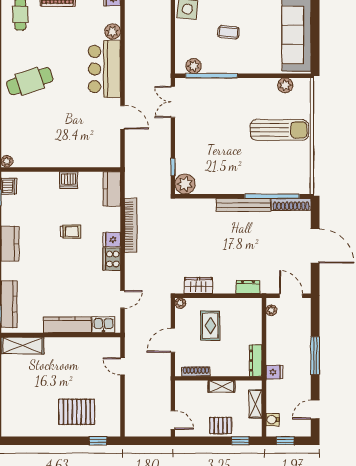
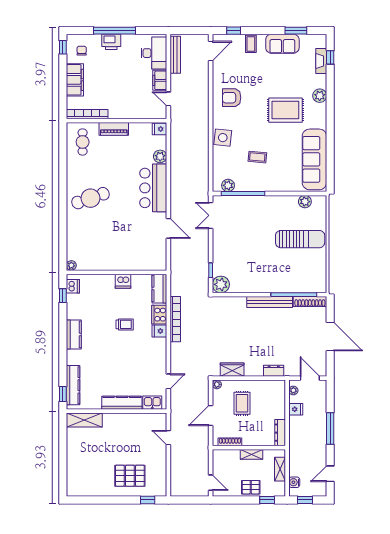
cooker: (112, 259) -> (159, 315), moved
fridge: (274, 372) -> (296, 409), moved

